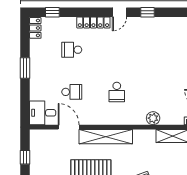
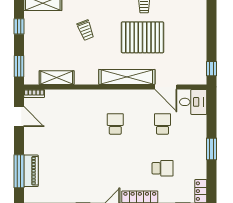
school desk: (72, 92) -> (163, 124), turned 90
plant: (153, 118) -> (77, 96), removed
window: (25, 157) -> (212, 69), moved

